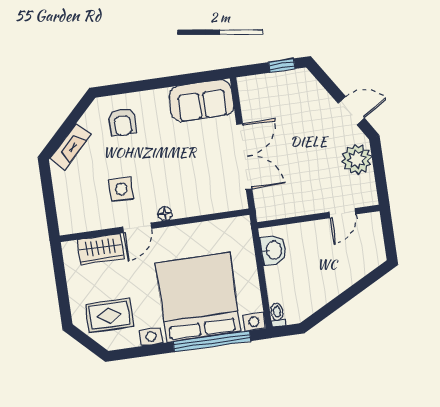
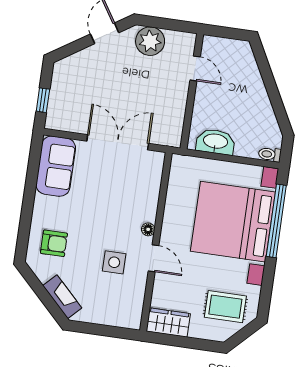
window: (282, 66) -> (43, 100), moved
wardrobe: (101, 249) -> (168, 322), moved, turned -90
washbasin: (273, 250) -> (215, 142), width x1.38
rug: (109, 315) -> (225, 307), turned 90

